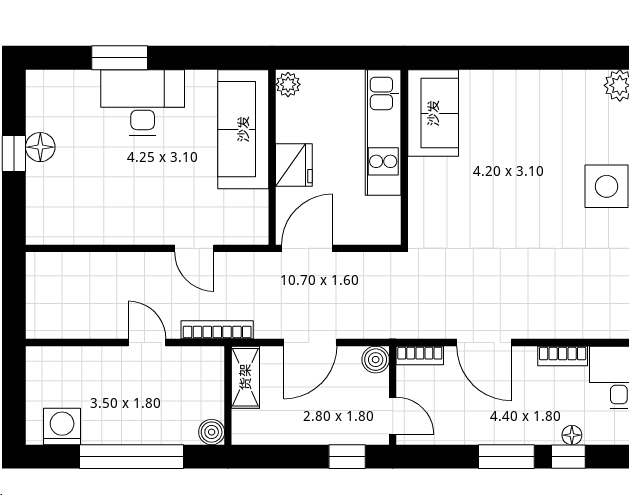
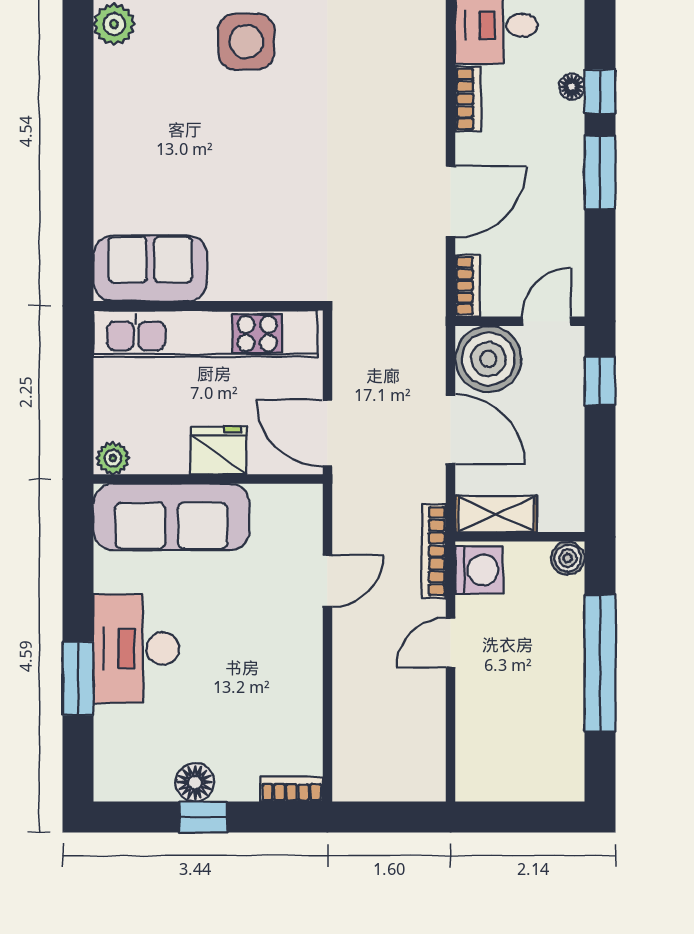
kitchen unit: (383, 132) -> (206, 334), width x1.36
bookcase: (35, 221) -> (292, 789), added
boiler: (376, 360) -> (488, 359), width x1.86, depth x1.86
washing machine: (62, 427) -> (479, 570), moved, turned 180

